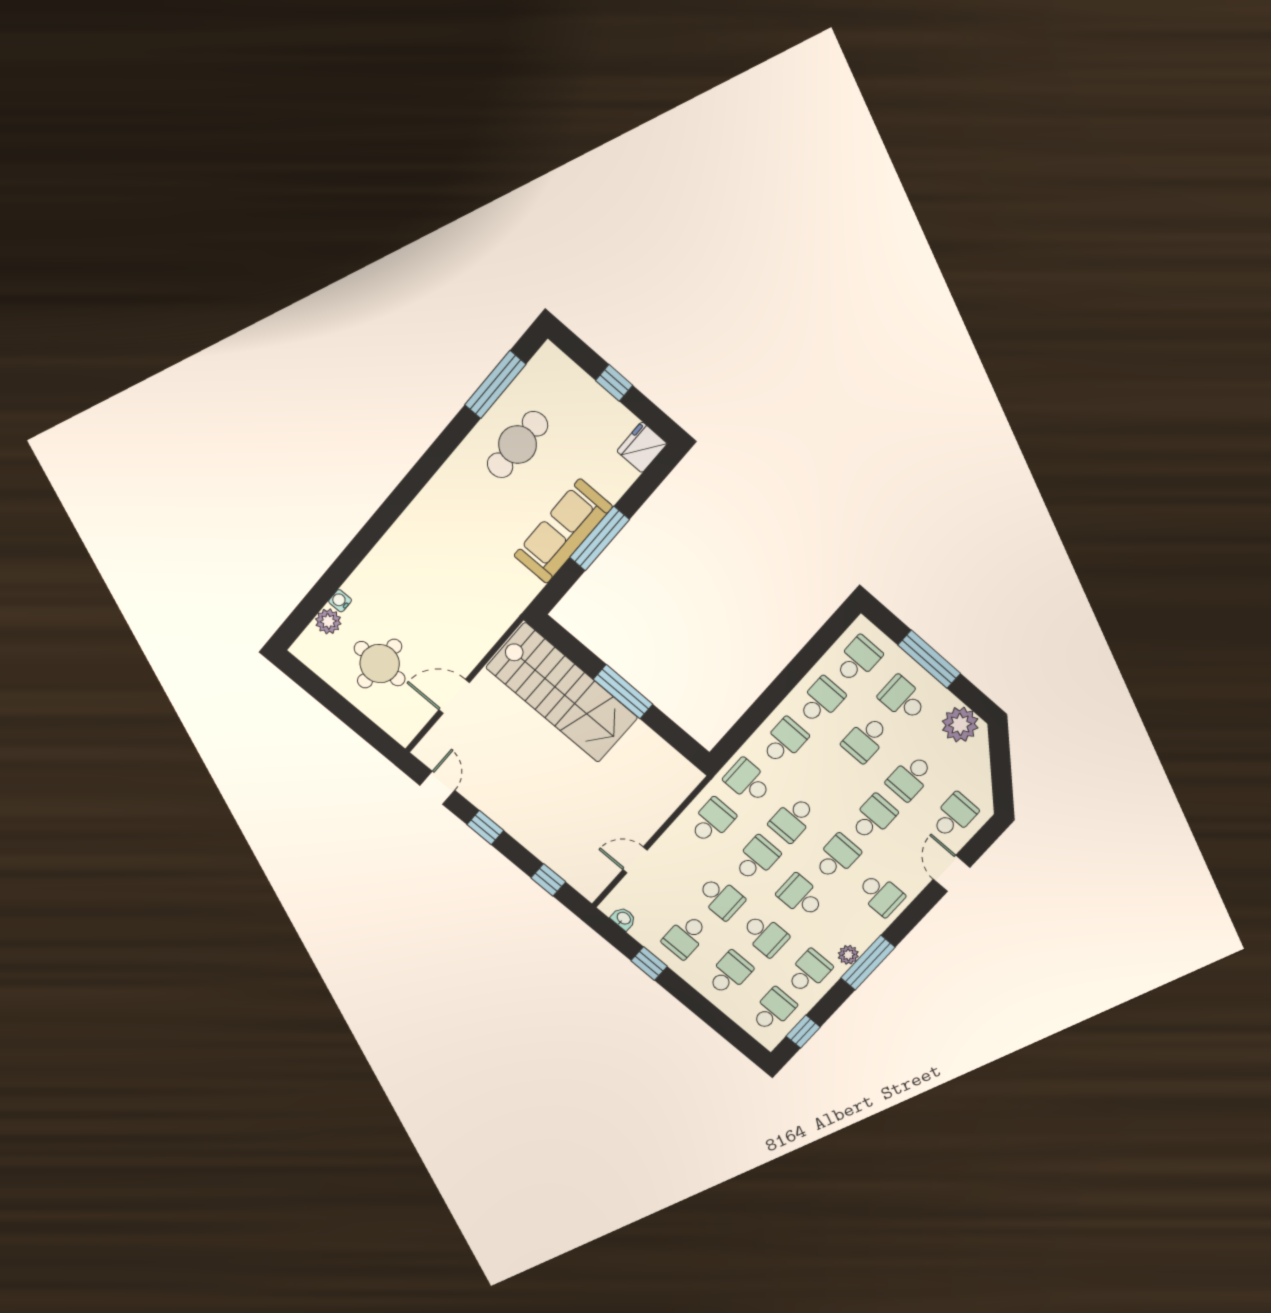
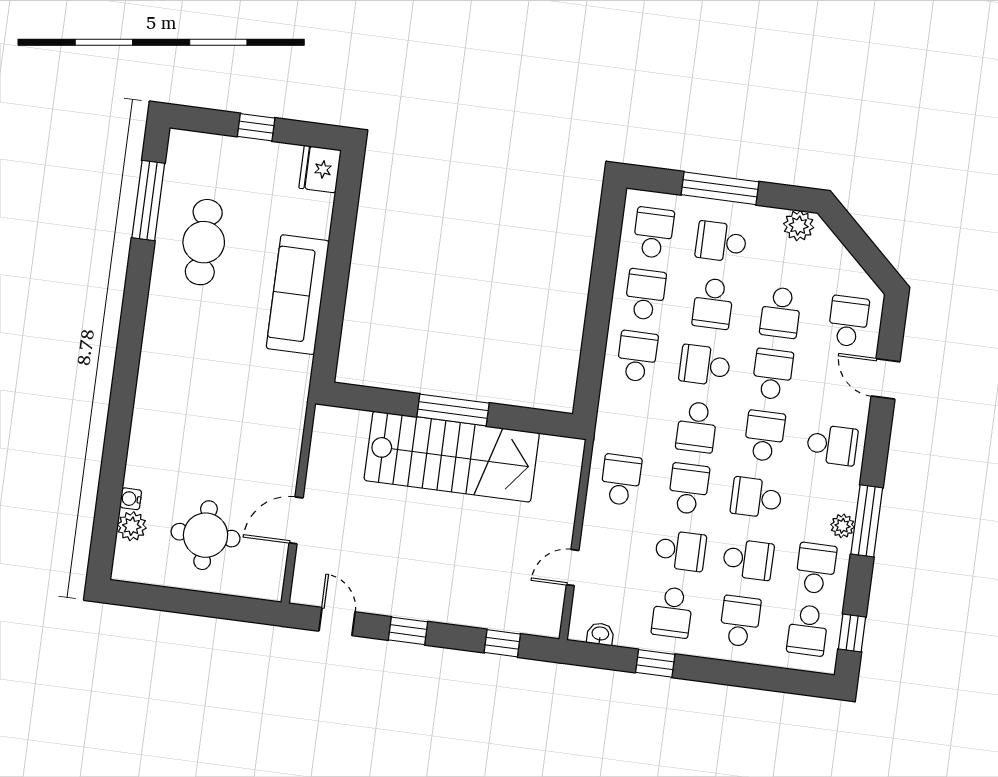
window: (600, 538) -> (336, 279), removed
stairs: (562, 693) -> (452, 457), moved
plant: (960, 724) -> (799, 226), width x0.73, depth x0.73
school desk: (748, 781) -> (705, 365), moved
school desk: (773, 1010) -> (808, 630), turned 180

